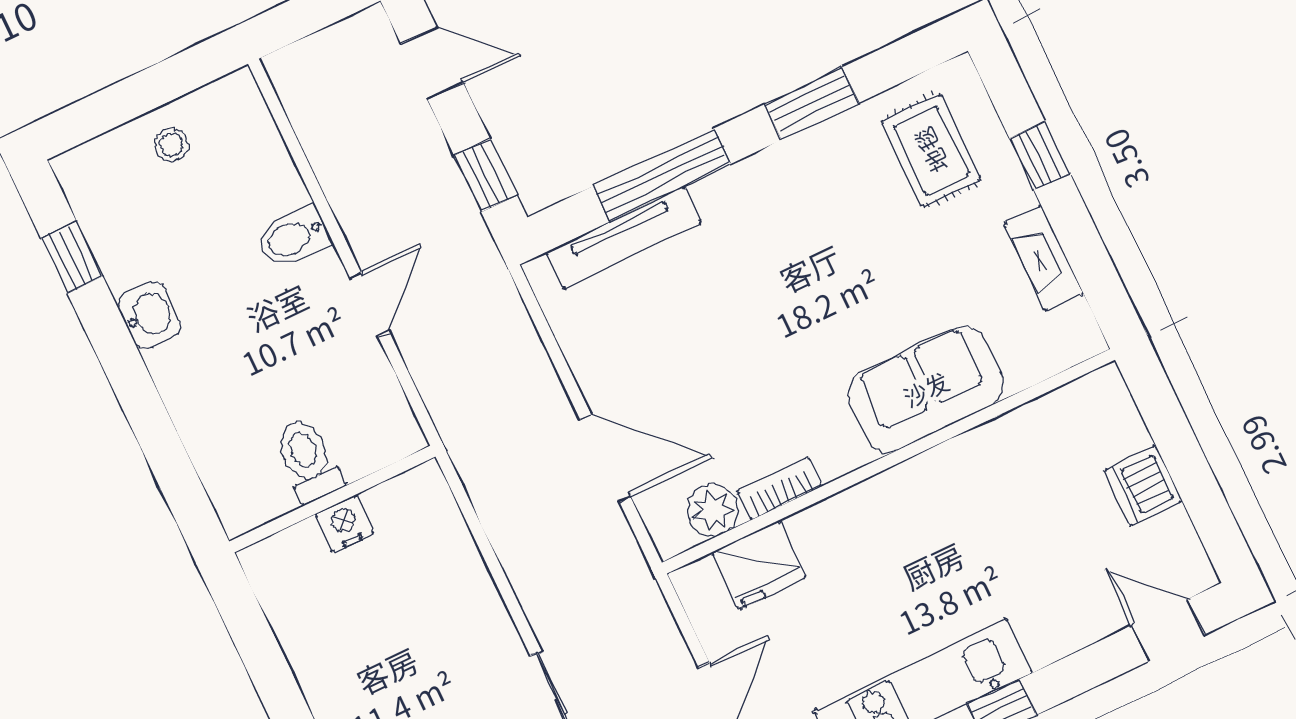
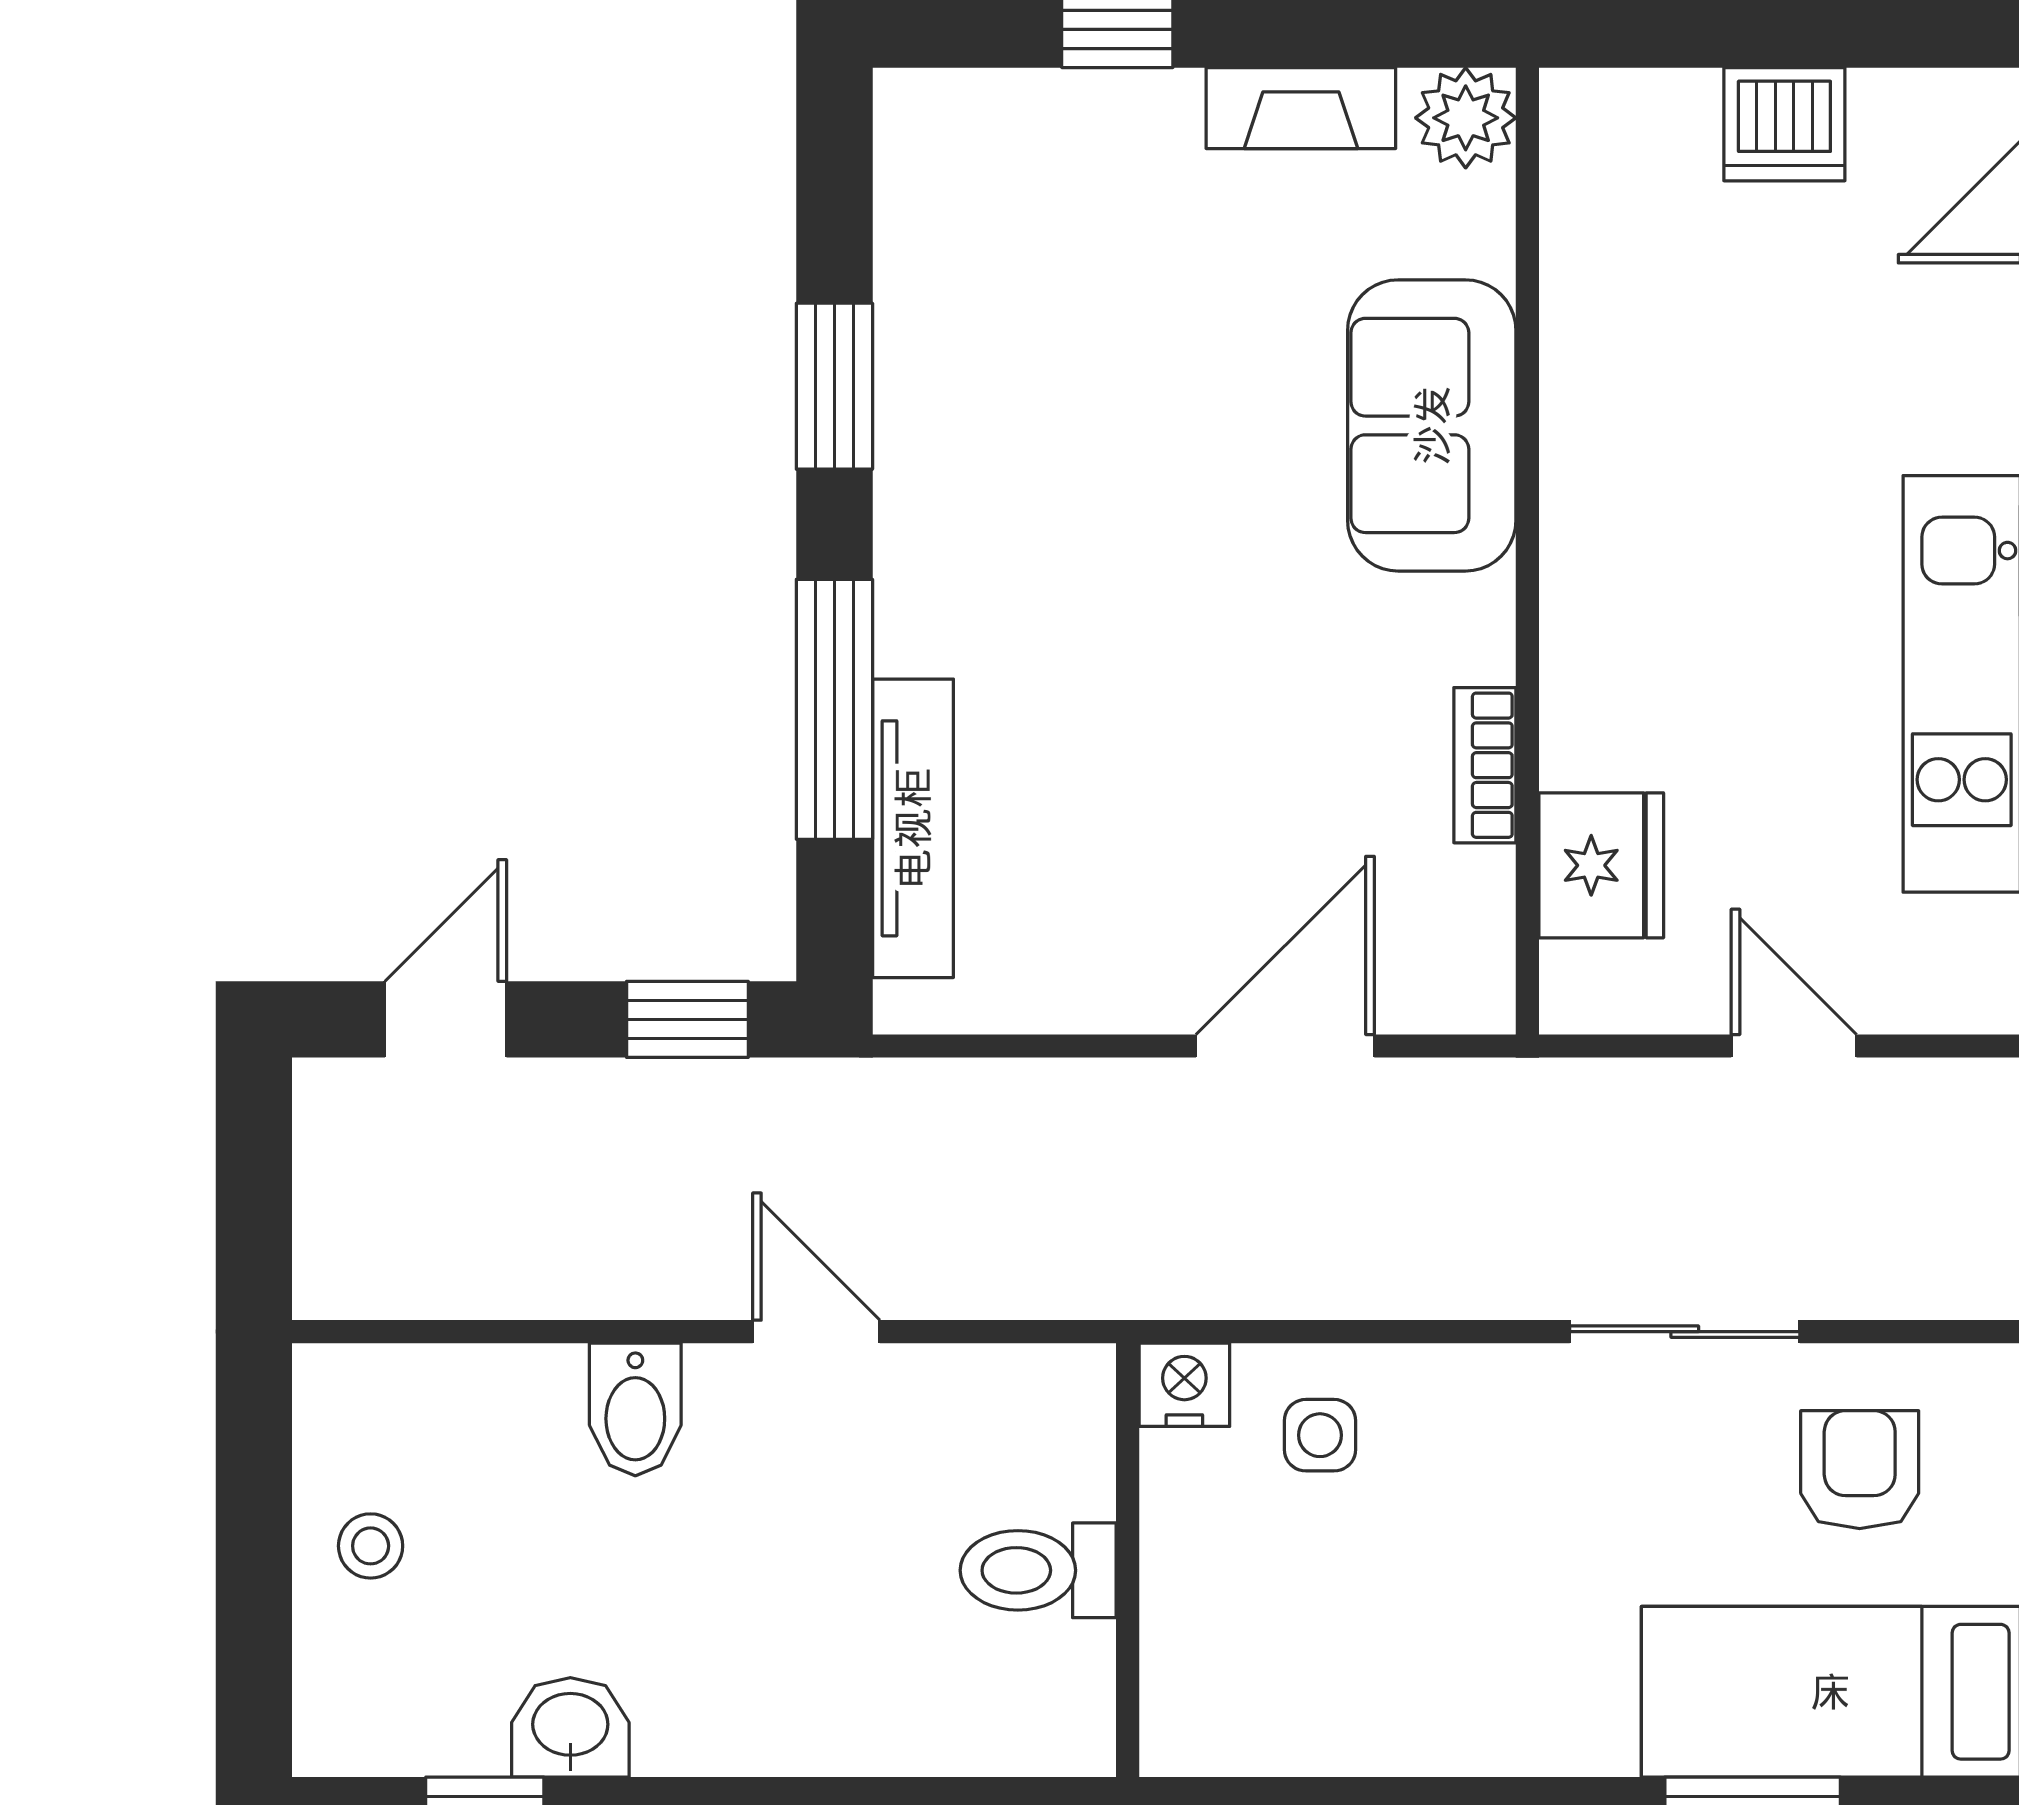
rug: (931, 150) -> (1017, 215), removed
washbasin: (149, 315) -> (570, 1727), moved
plant: (713, 510) -> (1466, 118), moved
nightstand: (345, 523) -> (1184, 1385), moved, turned 90
side table: (433, 561) -> (1320, 1435), added

